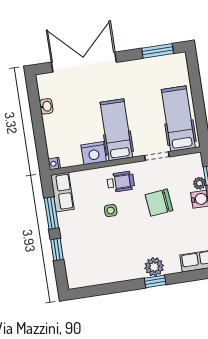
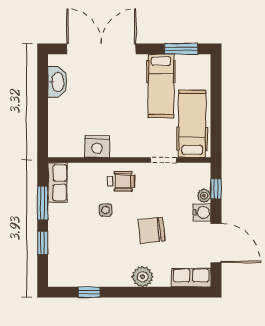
washbasin: (46, 106) -> (57, 82), width x1.91, depth x1.45
hospital bed: (116, 130) -> (161, 86), moved, turned 180
nightstand: (54, 164) -> (54, 151), removed
chair: (159, 203) -> (152, 230), moved
window: (155, 281) -> (89, 292), moved

